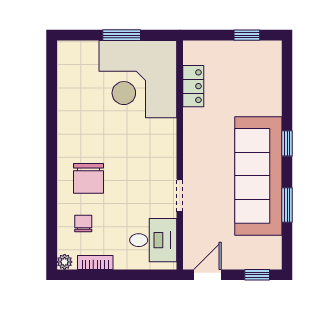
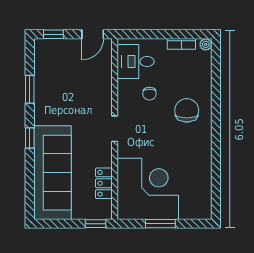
window: (247, 35) -> (95, 224), moved
sofa: (258, 176) -> (52, 173), moved
doorway: (180, 195) -> (115, 129), moved
chair: (83, 223) -> (149, 94), moved

